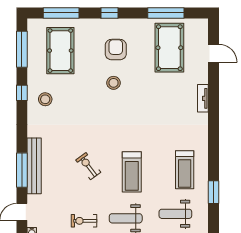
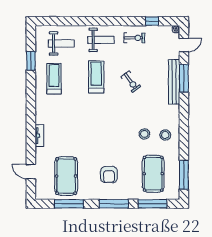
window: (110, 13) -> (114, 204), width x2.17
stool: (114, 83) -> (144, 134), moved
window: (22, 93) -> (184, 140), removed

